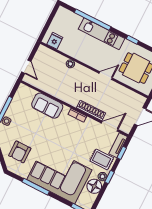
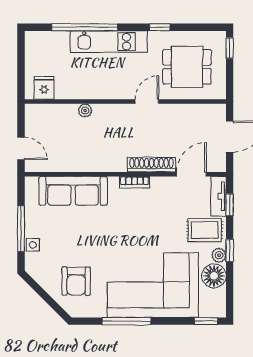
sofa: (47, 106) -> (73, 191), width x1.36

